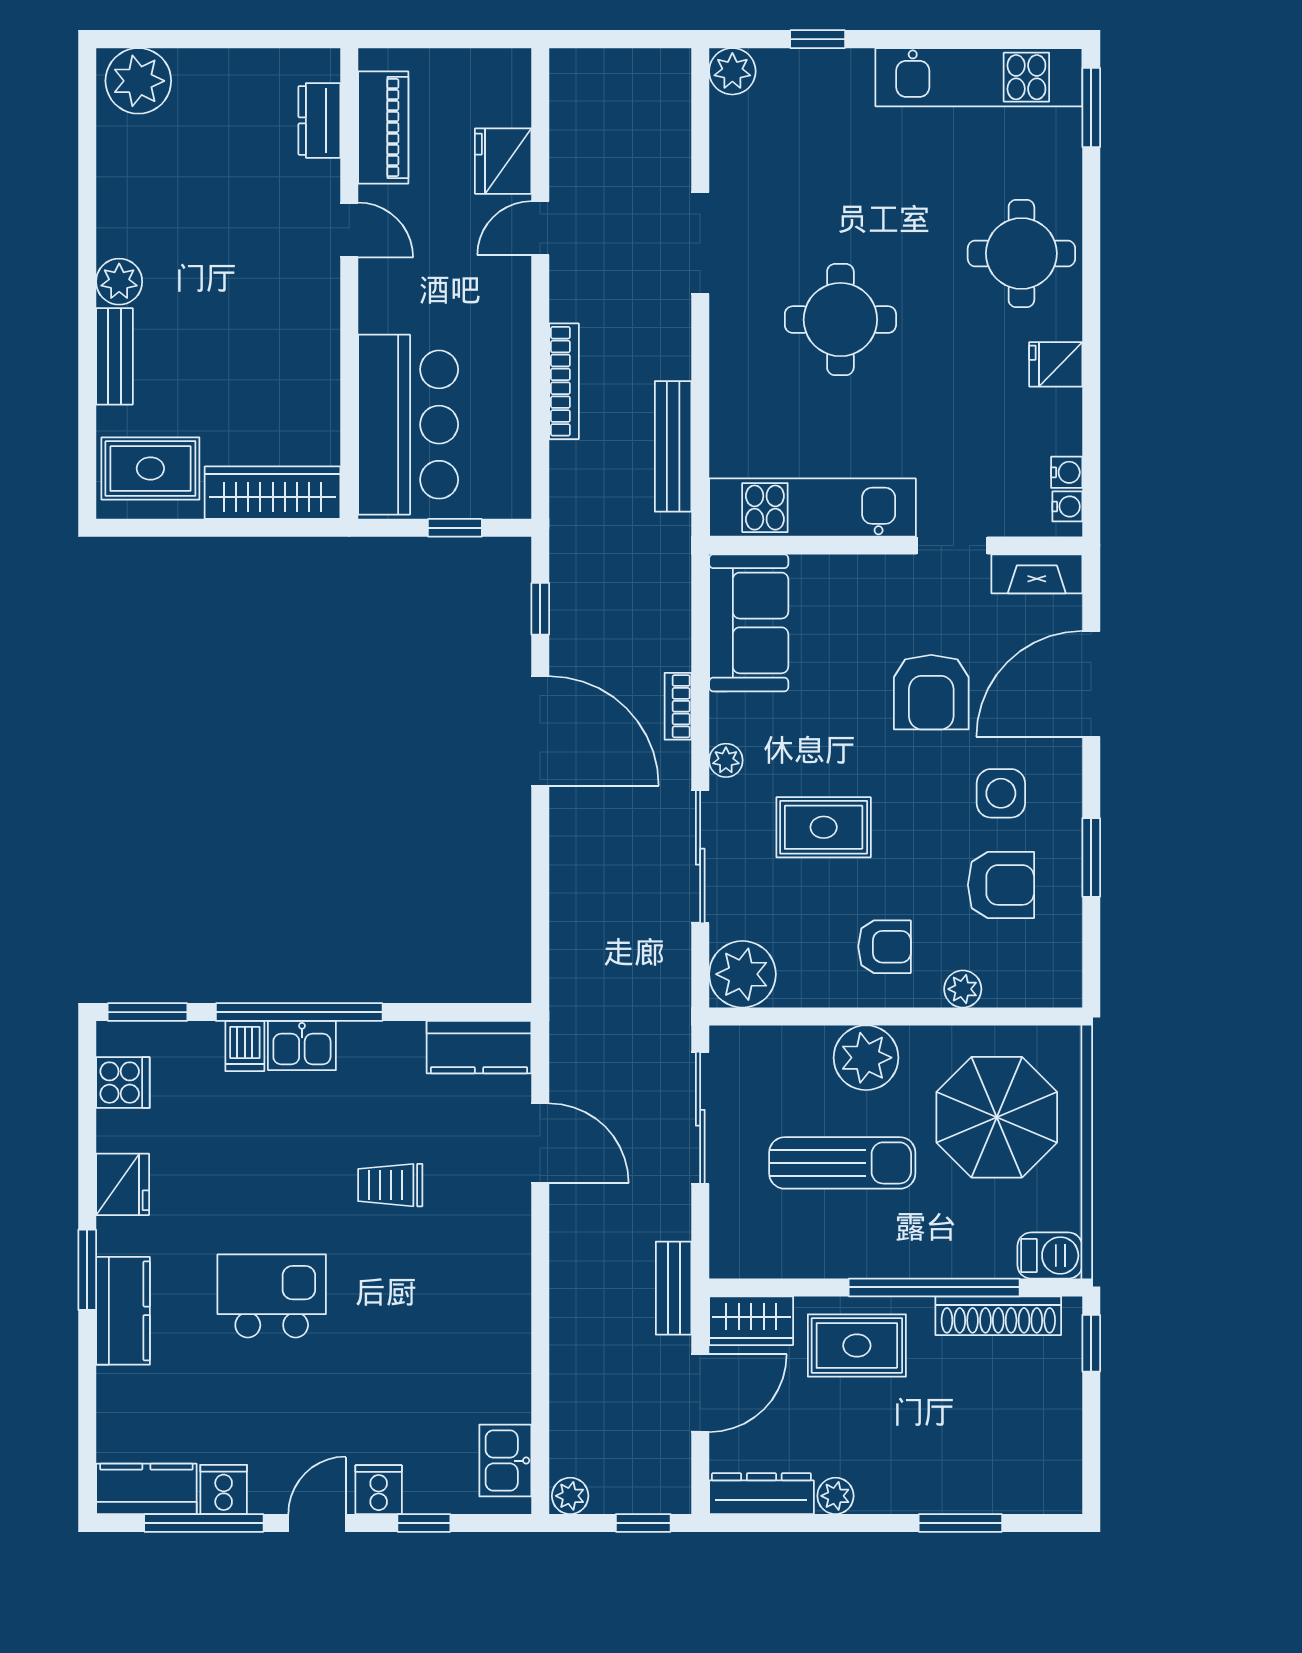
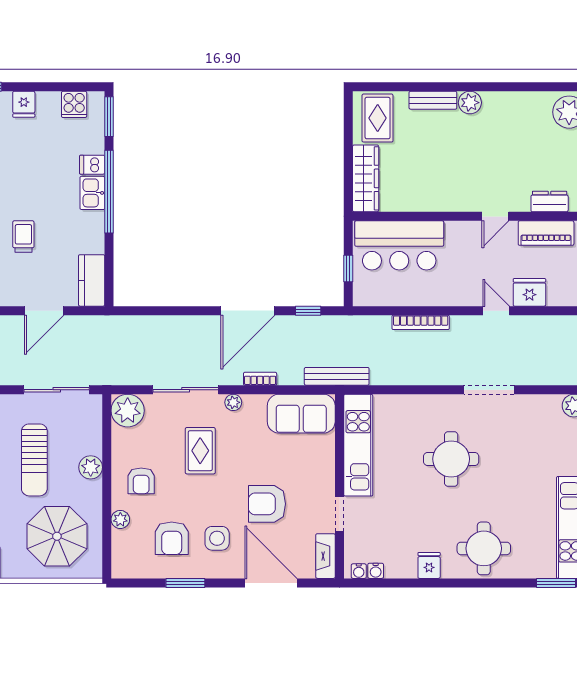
bench: (673, 446) -> (337, 376), moved
plant: (866, 1058) -> (91, 467), width x0.73, depth x0.73
fridge: (123, 1184) -> (24, 104), width x0.72

